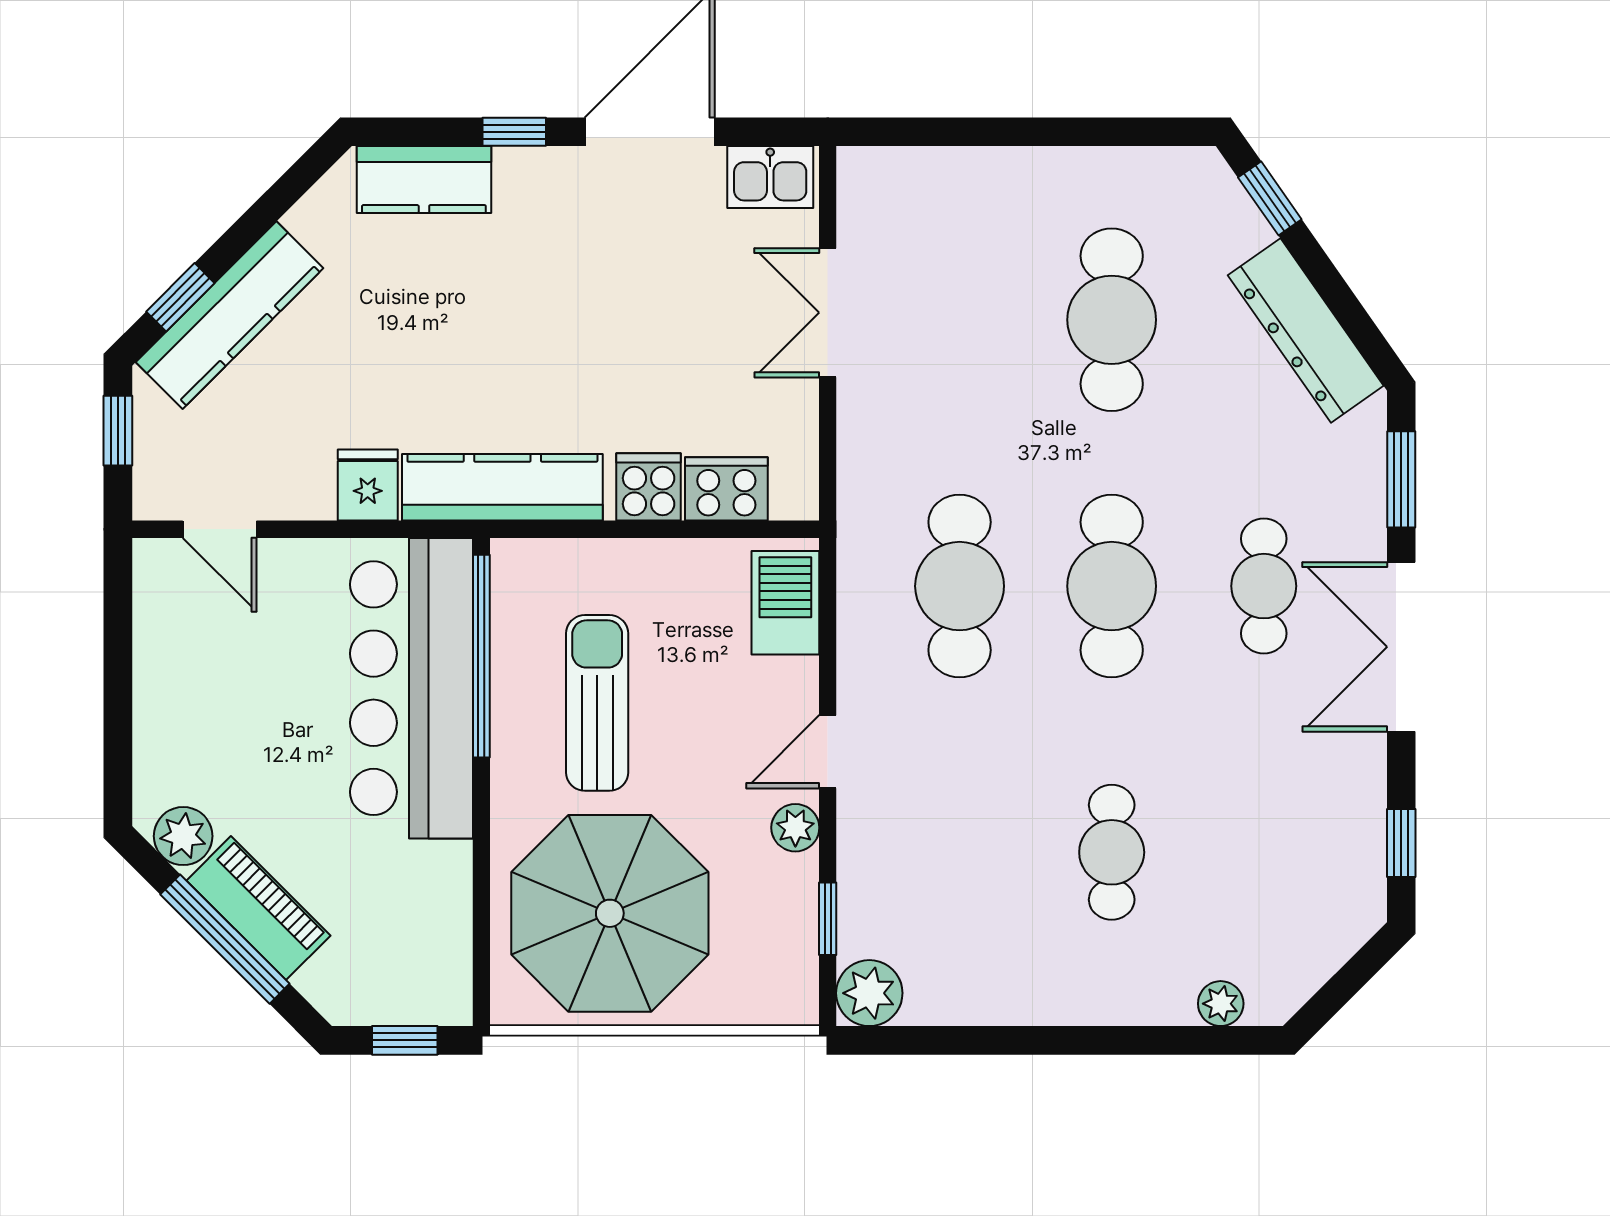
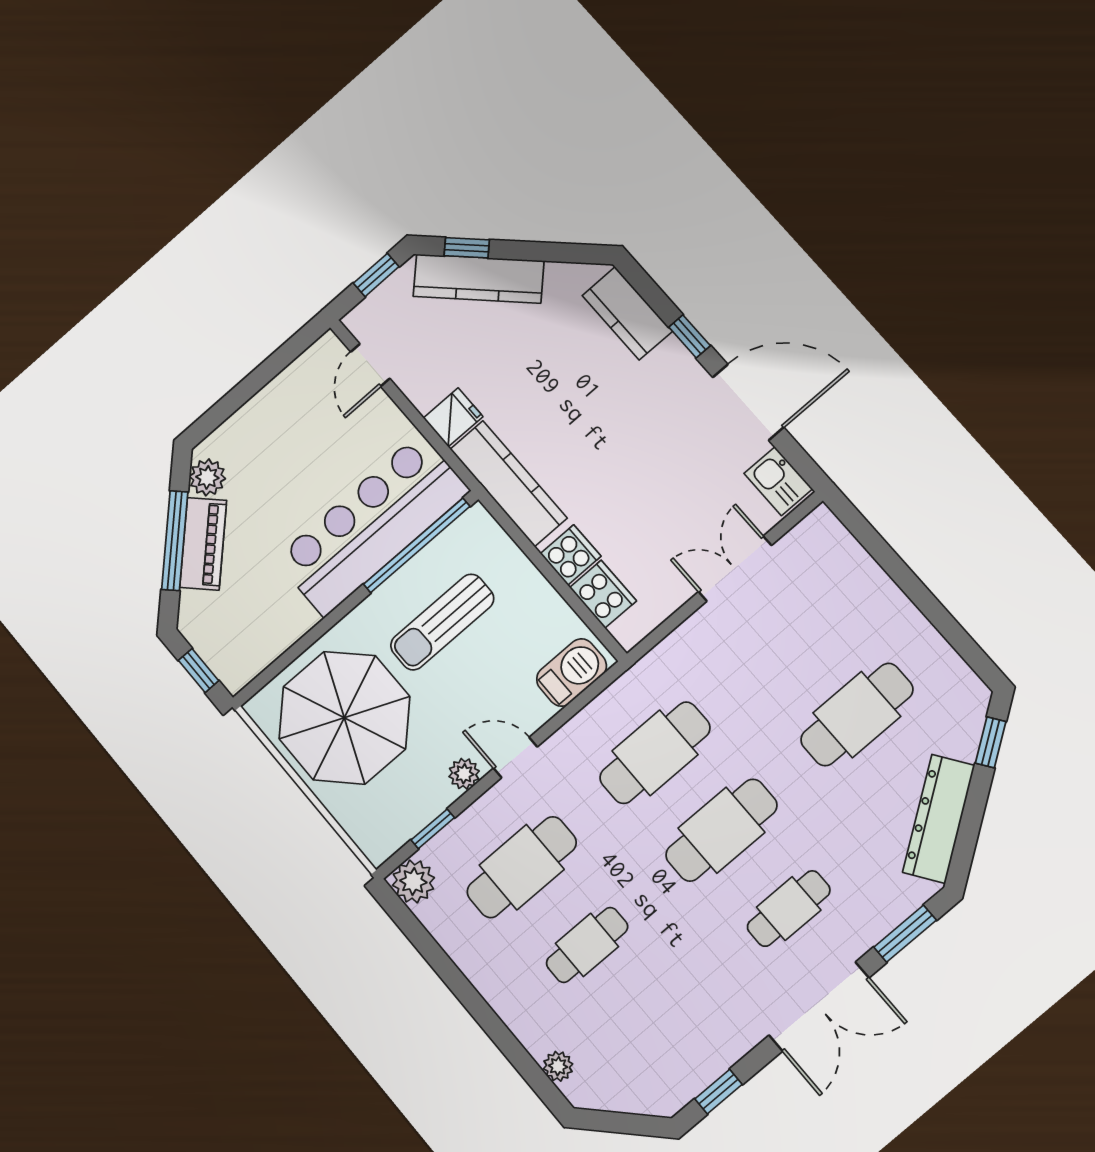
double door: (1401, 647) -> (819, 1007), swing flipped
sun lounger: (597, 703) -> (442, 622), turned 180
cafe table: (960, 852) -> (522, 867), added

